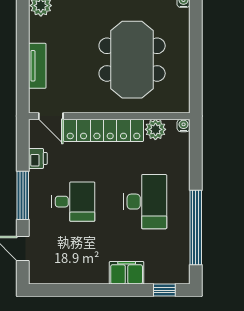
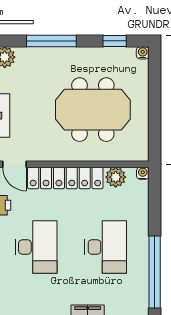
meeting table: (132, 60) -> (93, 110), turned 90
desk: (73, 202) -> (36, 247), width x1.37

